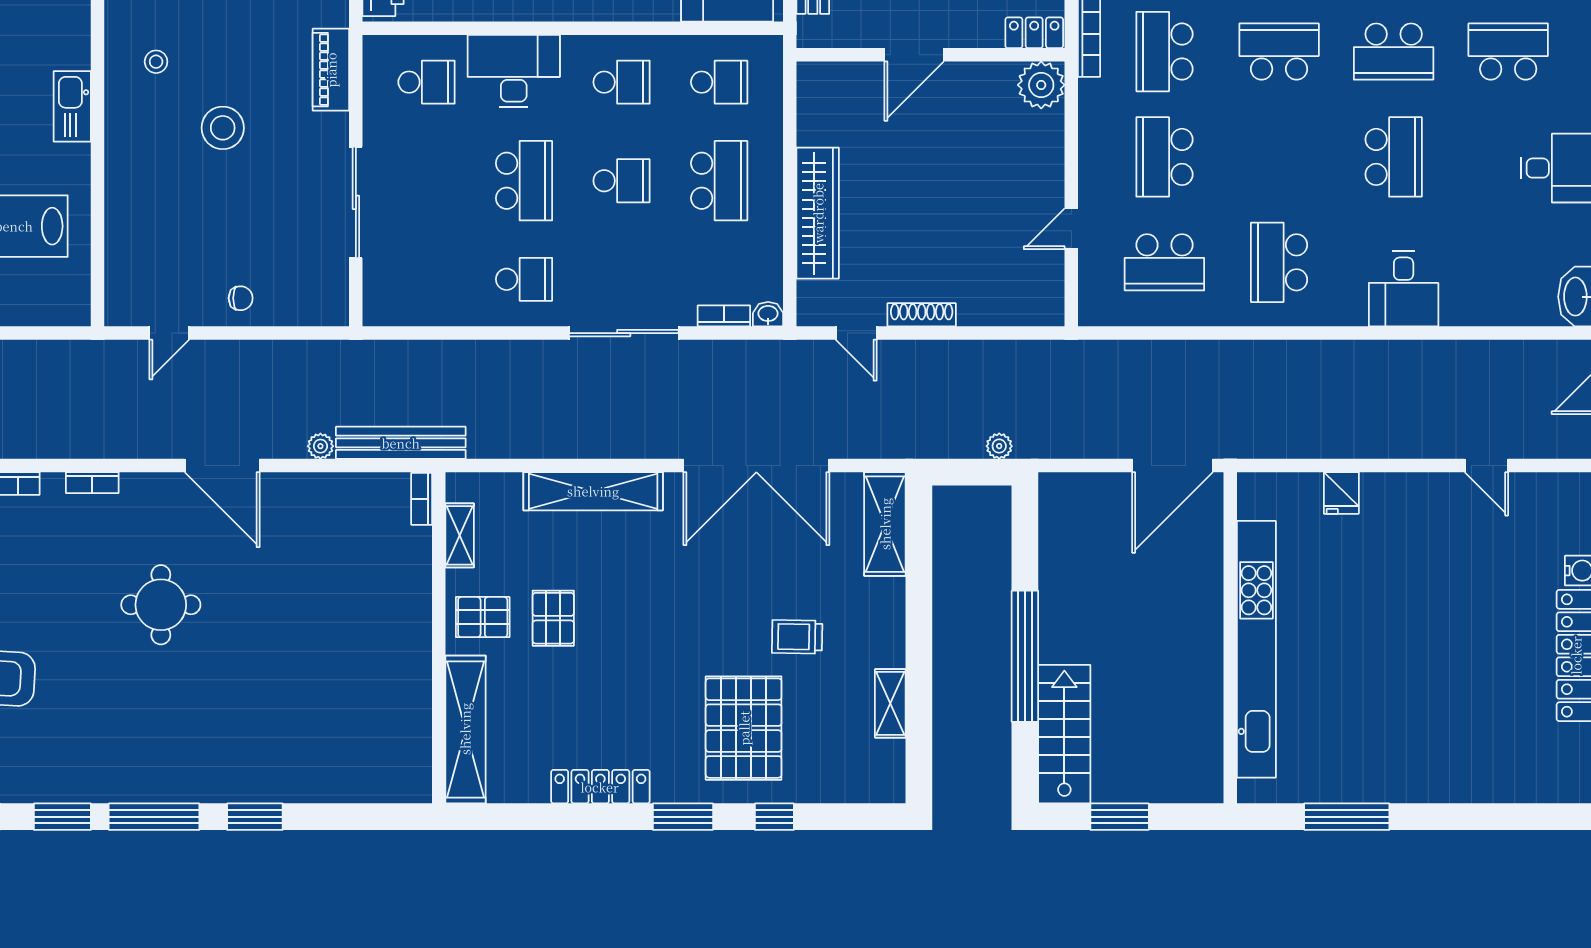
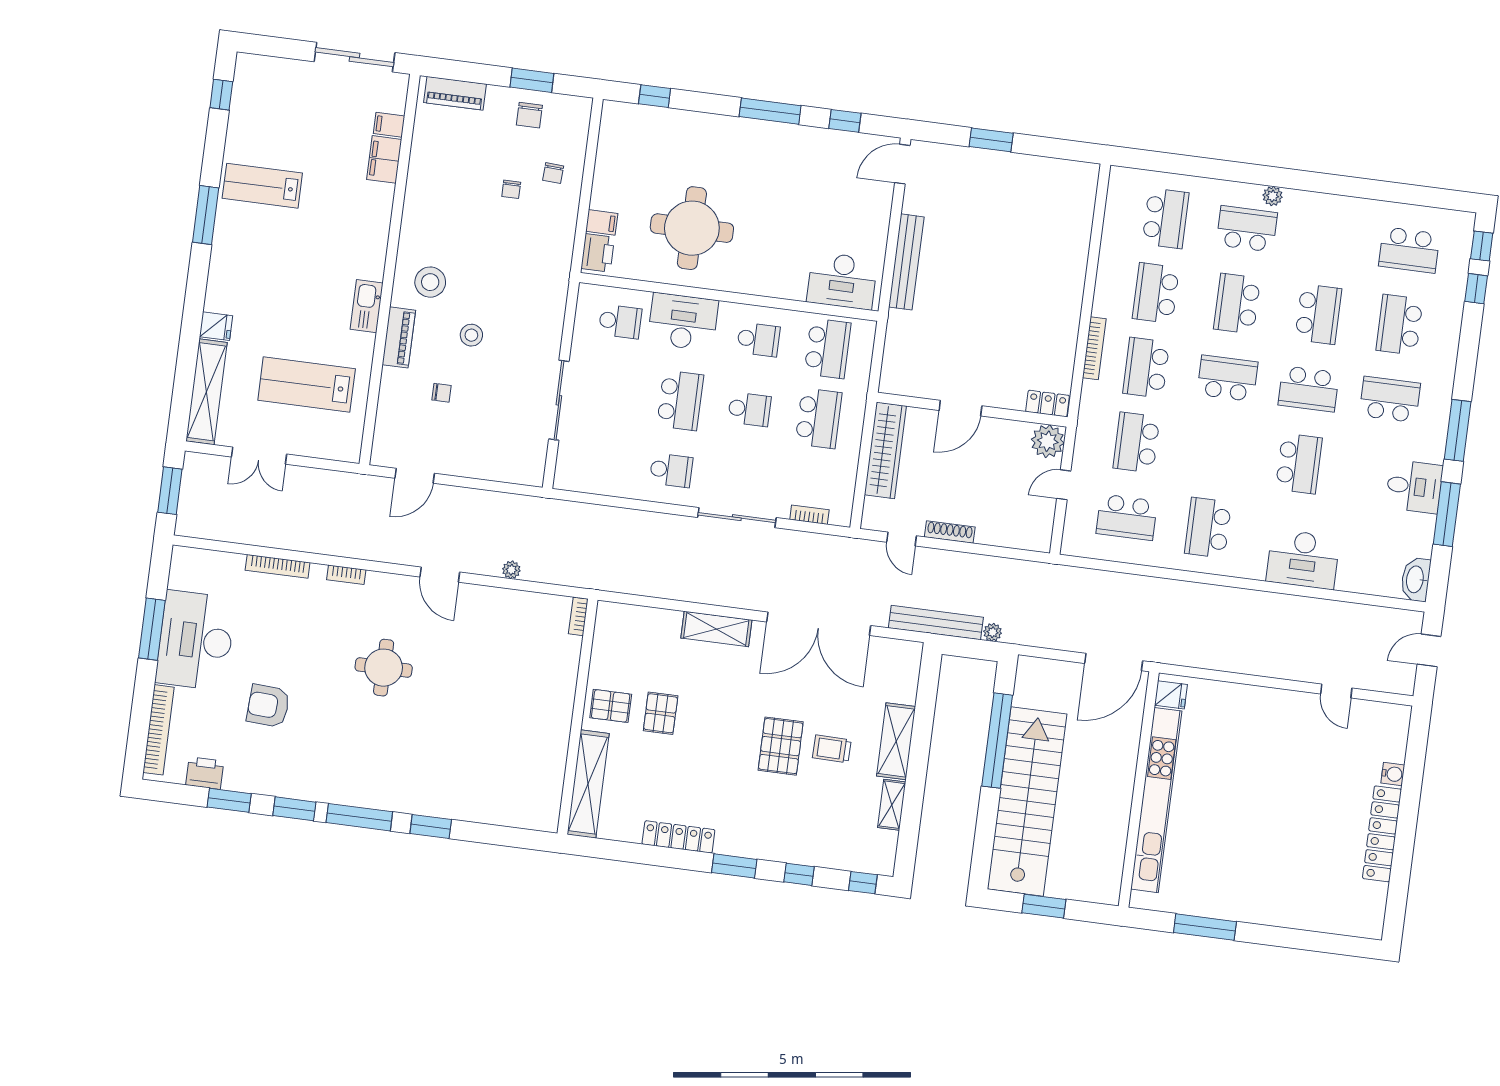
locker: (1034, 33) -> (1048, 404), moved
door: (914, 55) -> (960, 408), moved
wall: (931, 55) -> (972, 410), moved
stool: (156, 62) -> (430, 282), width x1.89, depth x1.89
piano: (331, 70) -> (399, 337), moved, turned 180
school desk: (719, 82) -> (828, 348), width x1.85
plant: (1041, 85) -> (1048, 441), moved
stool: (223, 128) -> (471, 335), width x0.73, depth x0.73
desk: (1404, 289) -> (1303, 559), width x1.37
chair: (241, 298) -> (441, 393), moved
washbasin: (768, 314) -> (841, 517), removed
door: (169, 333) -> (415, 476), width x1.38
bench: (401, 443) -> (936, 623), moved
door: (222, 466) -> (440, 575), width x0.73
shelving: (593, 491) -> (716, 629), width x0.68
fridge: (1341, 493) -> (1171, 695), moved, turned -90
shelving: (885, 524) -> (896, 741), moved
shelving: (460, 535) -> (602, 646), removed
window: (1025, 656) -> (997, 741), moved
pallet: (744, 728) -> (781, 746), moved, width x0.73, depth x0.71
stairs: (1064, 734) -> (1027, 802), width x1.86, depth x1.51
window: (864, 817) -> (863, 883), added

